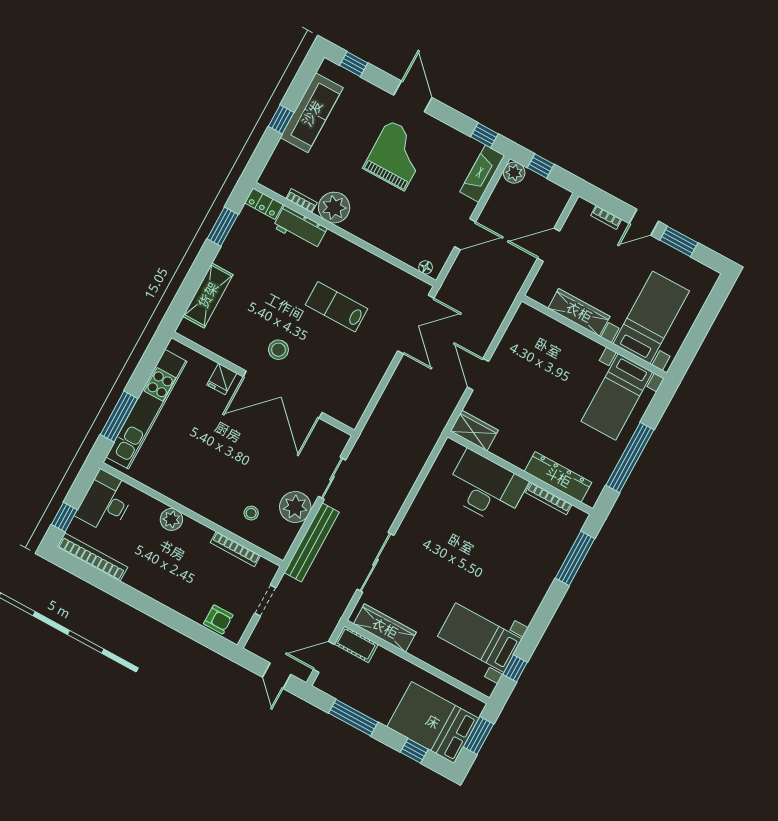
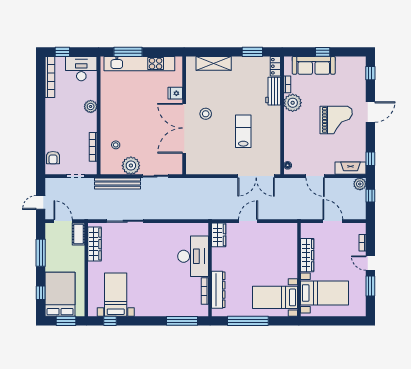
sofa: (312, 113) -> (314, 65), moved

